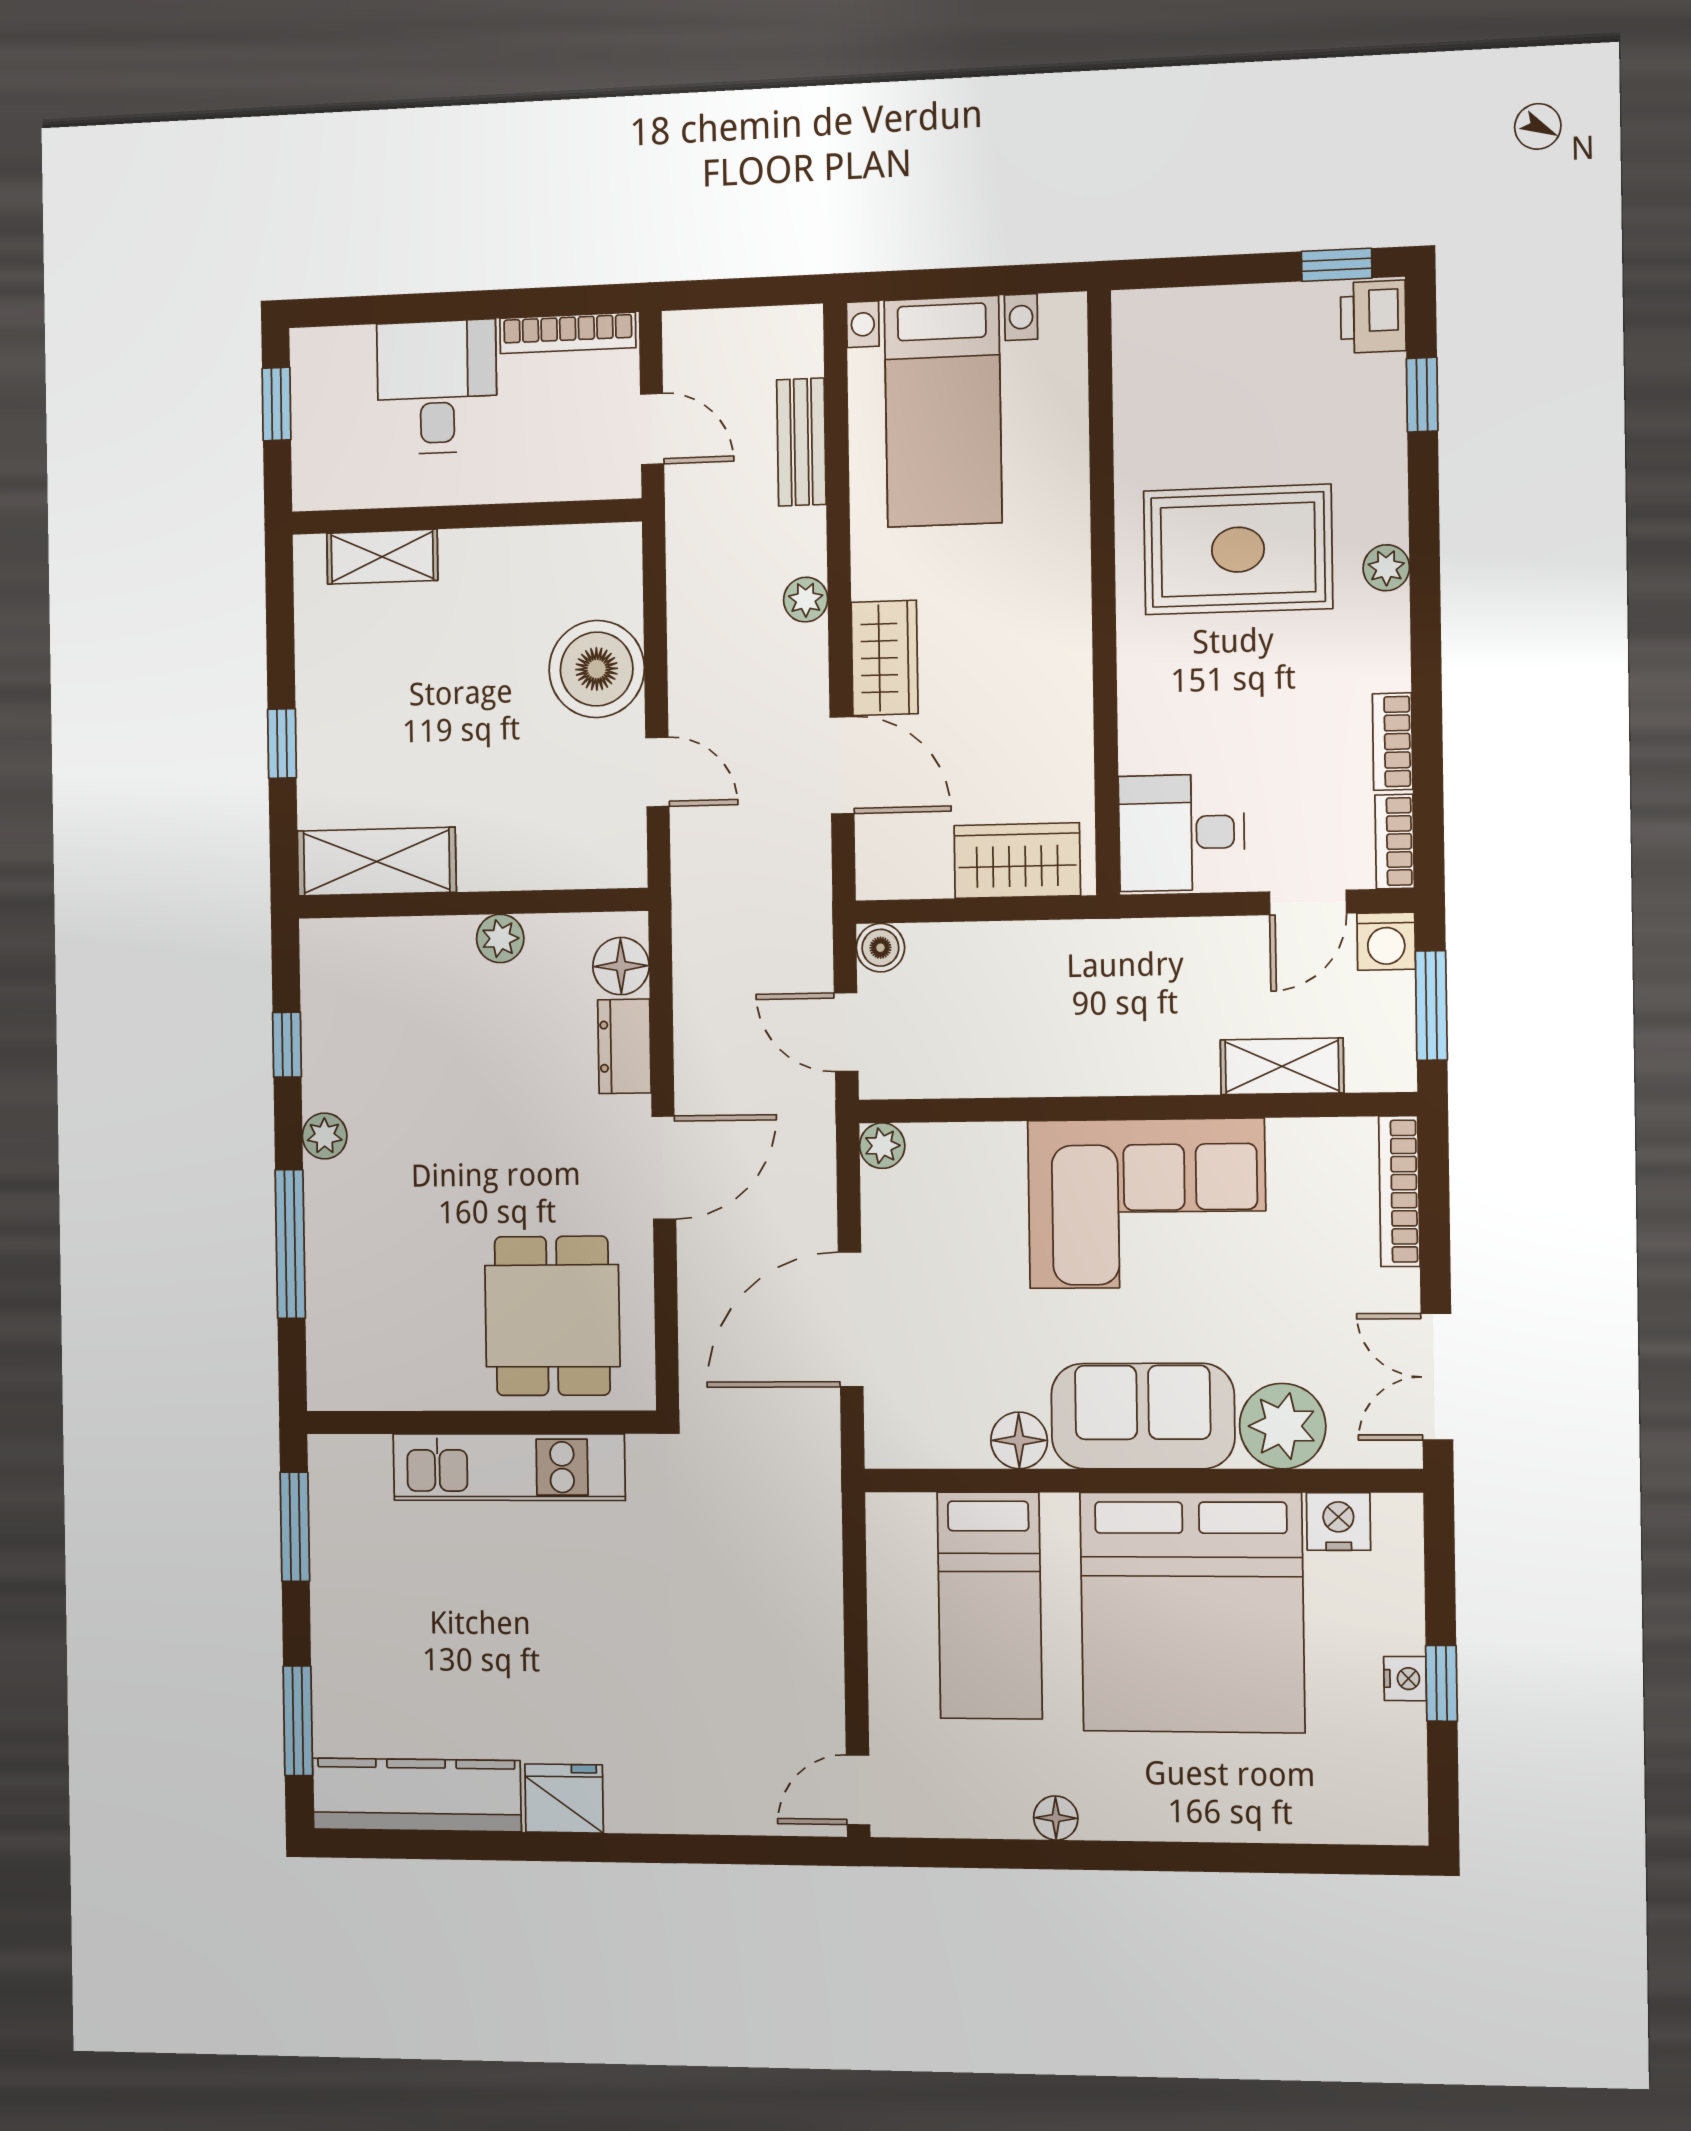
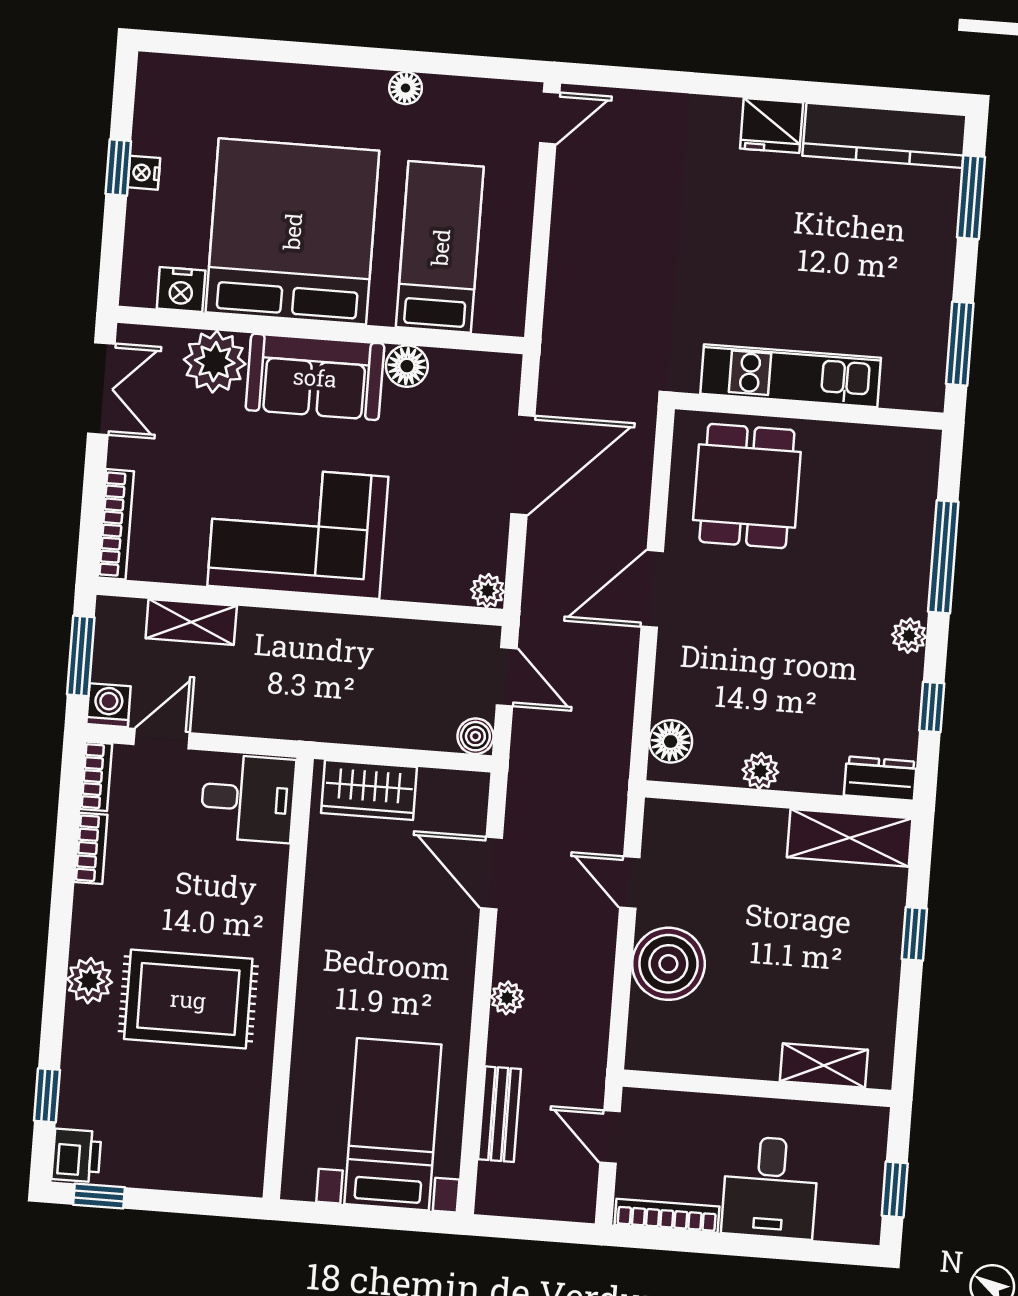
plant: (1386, 568) -> (89, 981), width x1.38, depth x1.38
wardrobe: (885, 658) -> (453, 949), removed
dresser: (624, 1046) -> (880, 779), moved, turned -90

